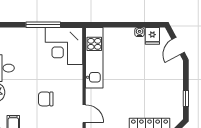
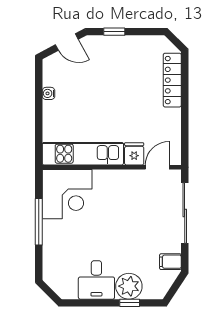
fridge: (152, 36) -> (134, 154), moved, turned -90
window: (186, 98) -> (114, 32), moved
chair: (46, 99) -> (138, 218), removed

